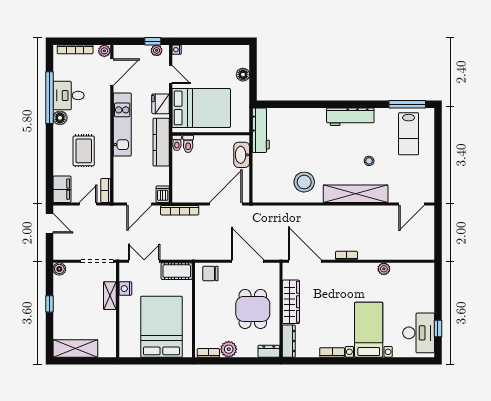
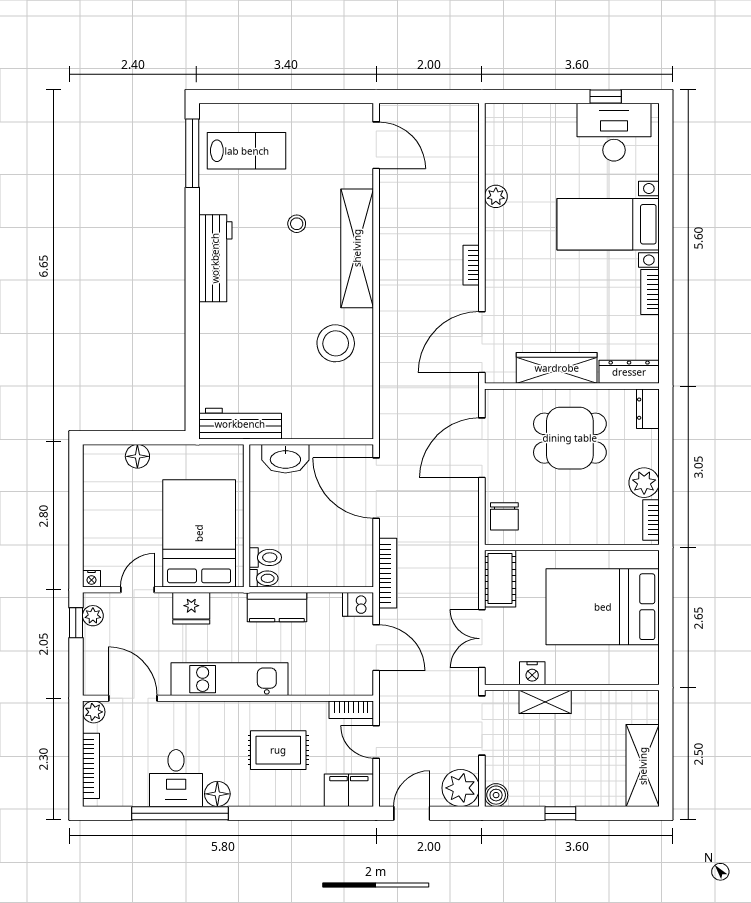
kitchen counter: (161, 142) -> (277, 607), width x0.67
plant: (63, 250) -> (461, 788), added

